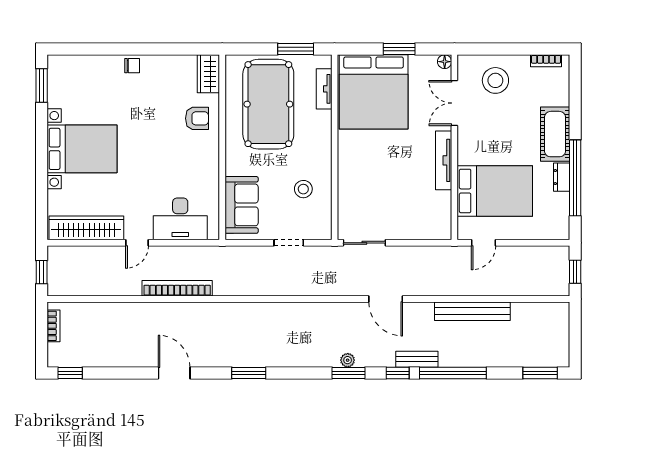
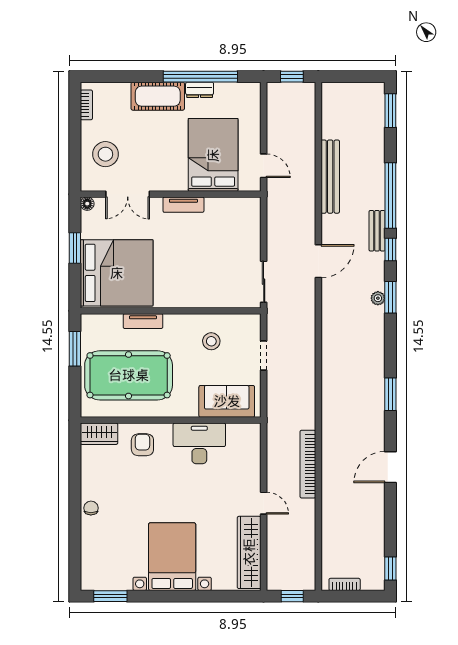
tv unit: (324, 89) -> (143, 321), moved
tv unit: (444, 160) -> (183, 205), width x0.71
desk: (180, 219) -> (199, 443), moved, turned -90

